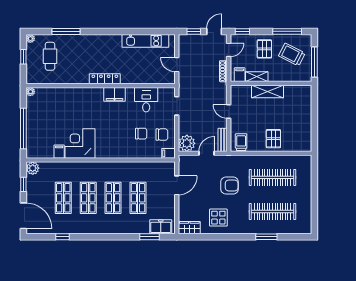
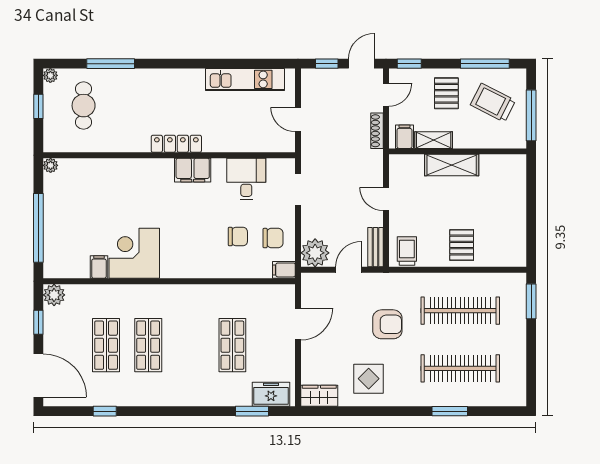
window: (314, 172) -> (531, 301), added
shop shelf: (113, 198) -> (190, 345), removed

